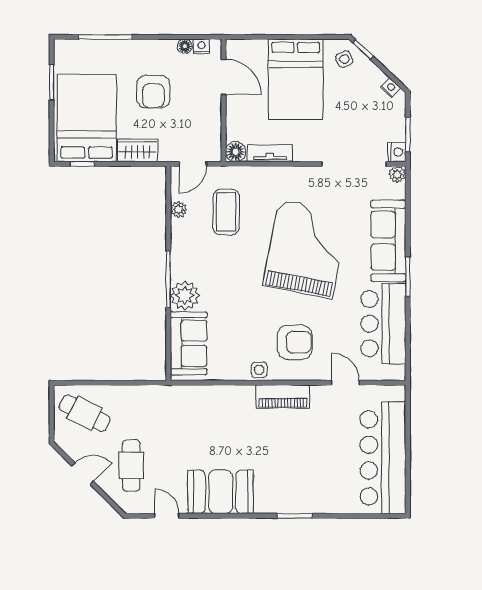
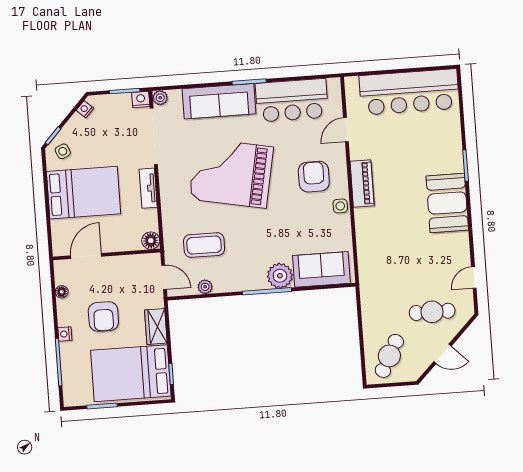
nightstand: (201, 46) -> (65, 334), moved
armchair: (153, 92) -> (103, 317), turned 90
tv unit: (270, 153) -> (148, 188), moved
door: (83, 474) -> (442, 354), swing flipped
booth: (221, 492) -> (447, 203), moved

